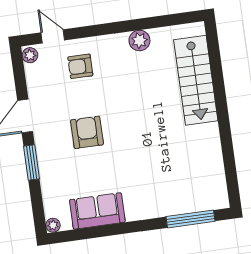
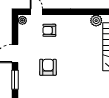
plant: (139, 41) -> (96, 21), moved

